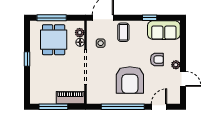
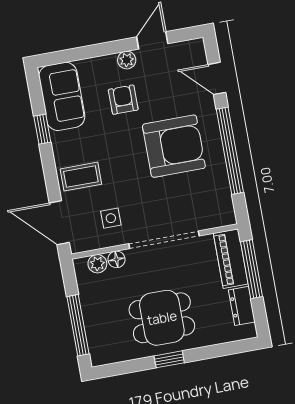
dining table: (54, 40) -> (162, 318), moved
dresser: (47, 99) -> (242, 306), added
window: (53, 107) -> (251, 269), moved

